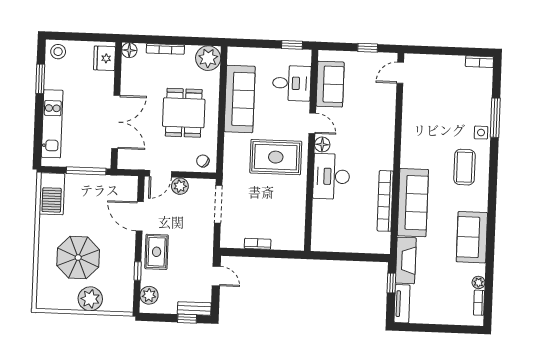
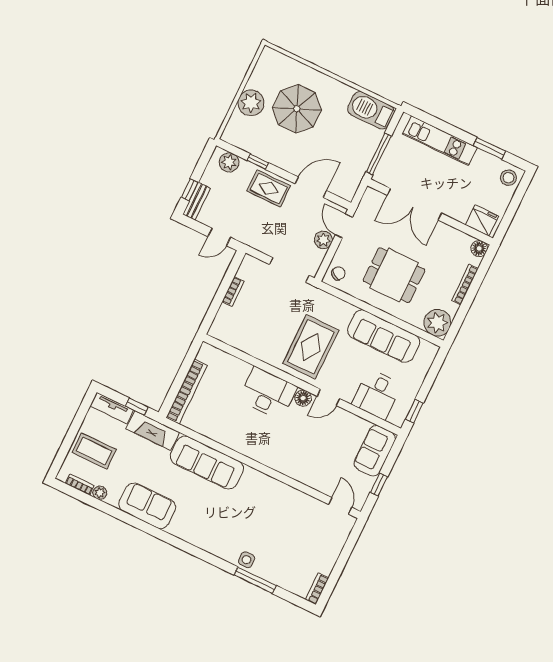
sofa: (330, 84) -> (375, 451), moved, turned 90
coffee table: (464, 167) -> (94, 451), moved
bookcase: (385, 201) -> (187, 392), moved, turned 90

